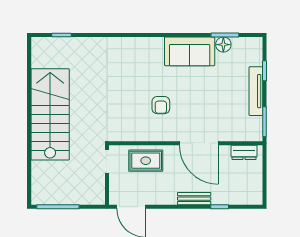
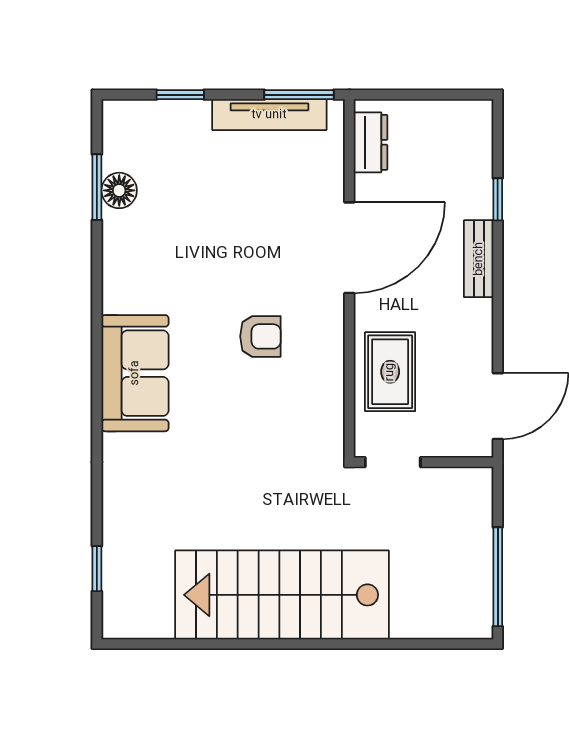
sofa: (190, 51) -> (135, 373), moved
tv unit: (256, 91) -> (269, 115), moved

